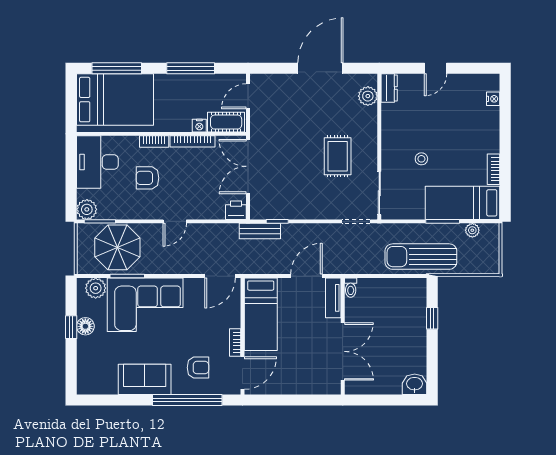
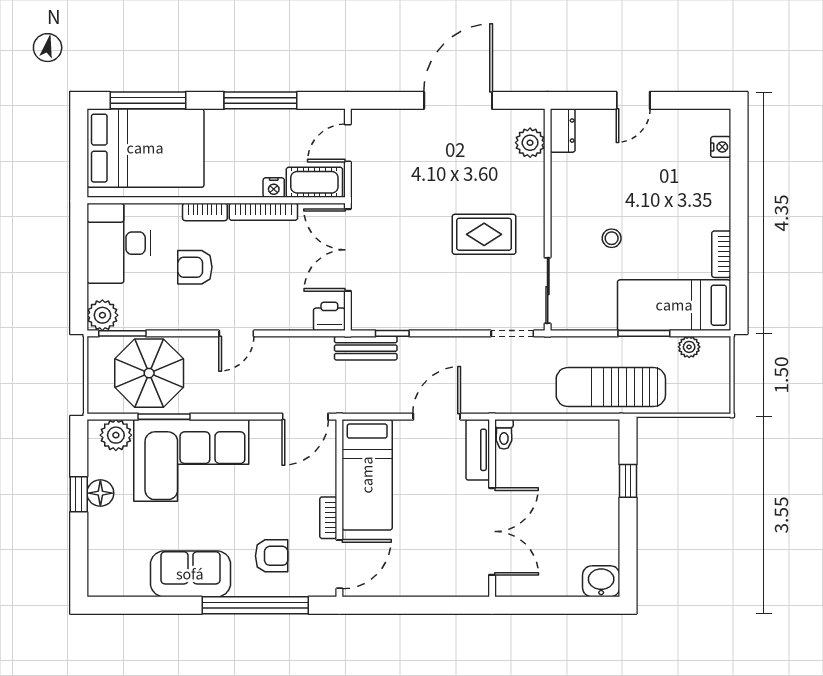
rug: (338, 156) -> (484, 234), turned 90

